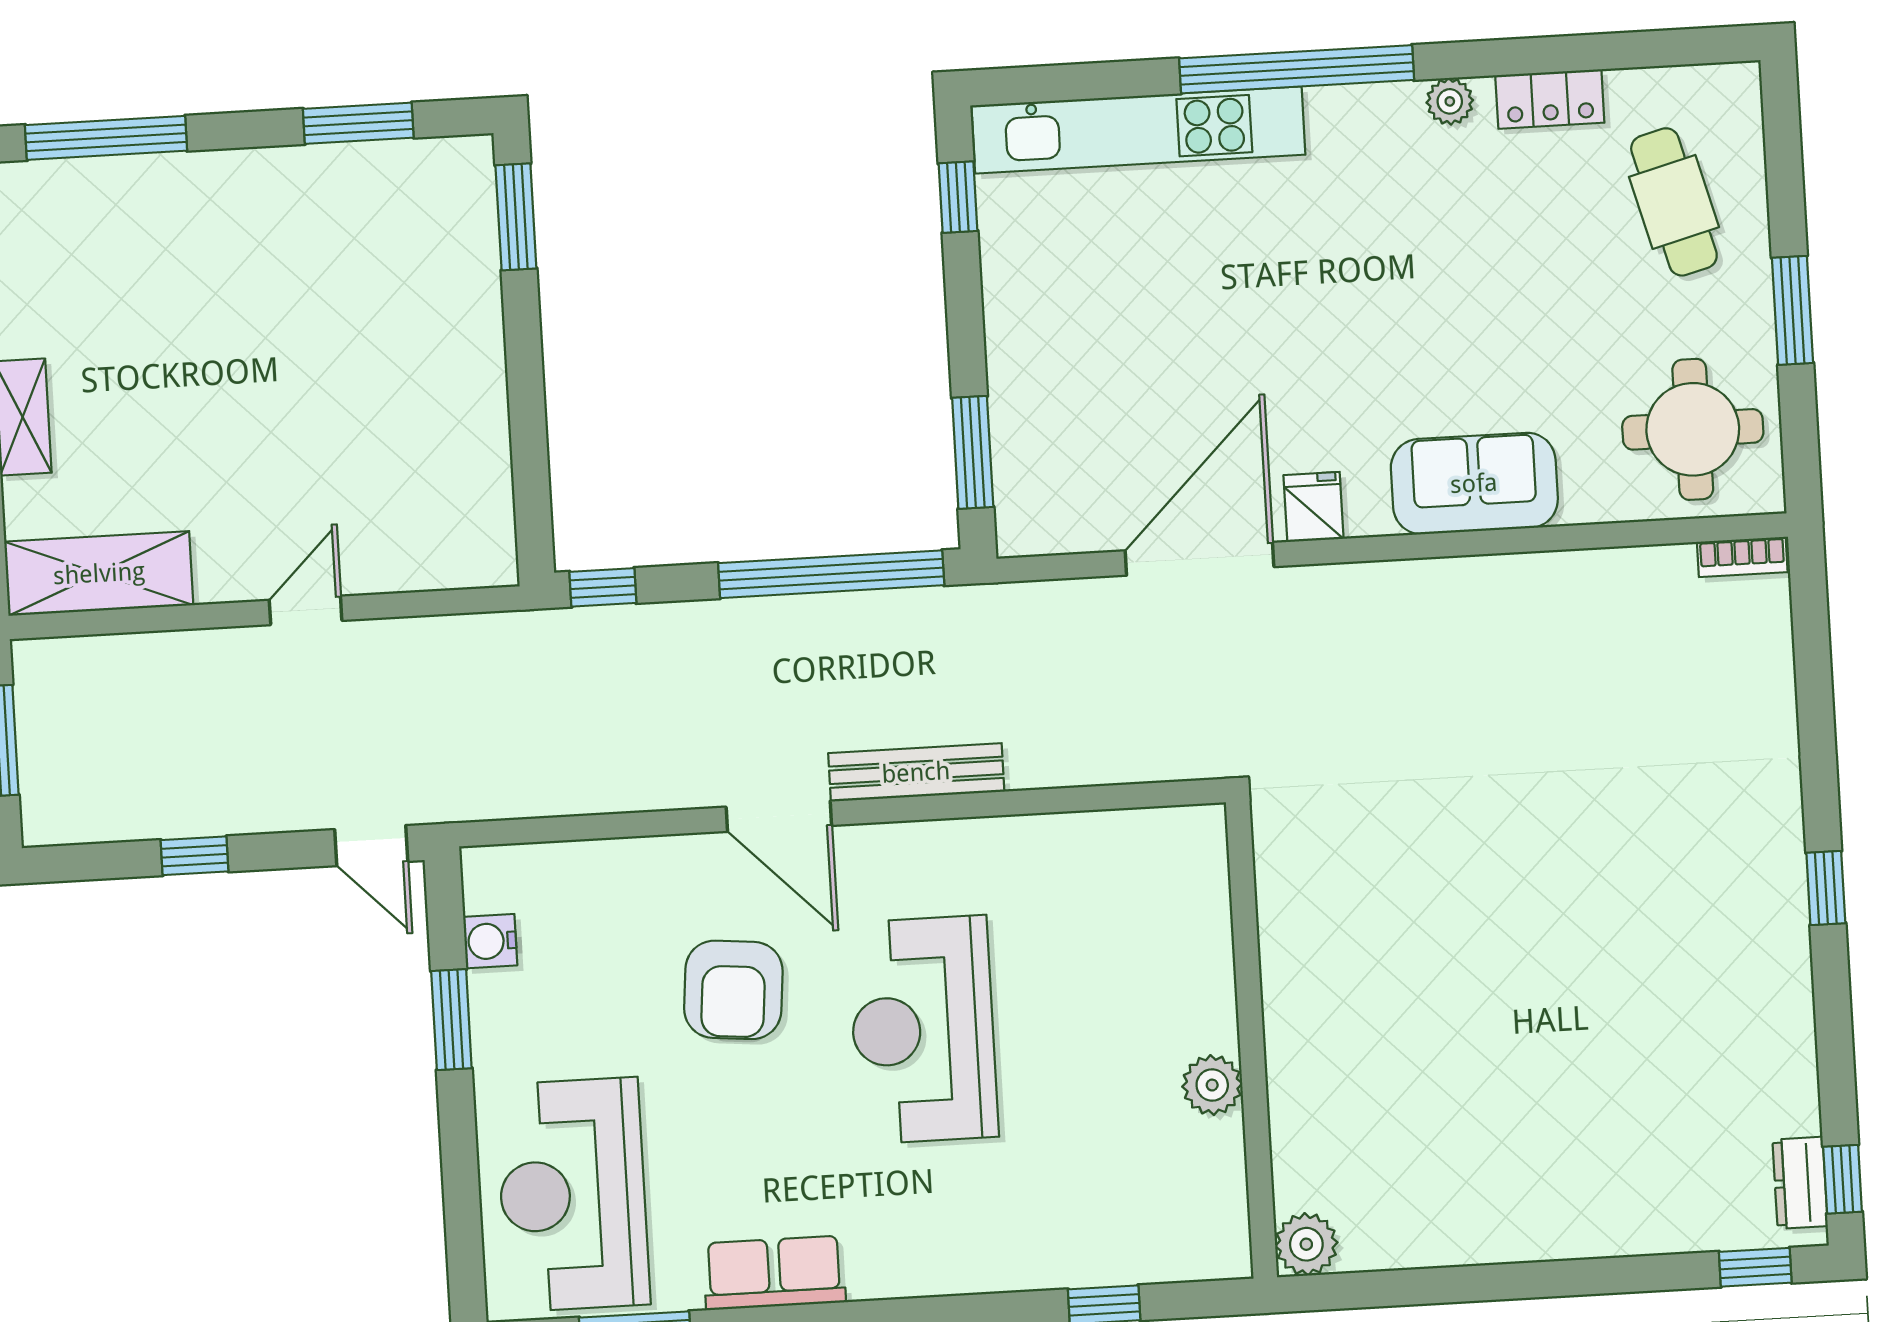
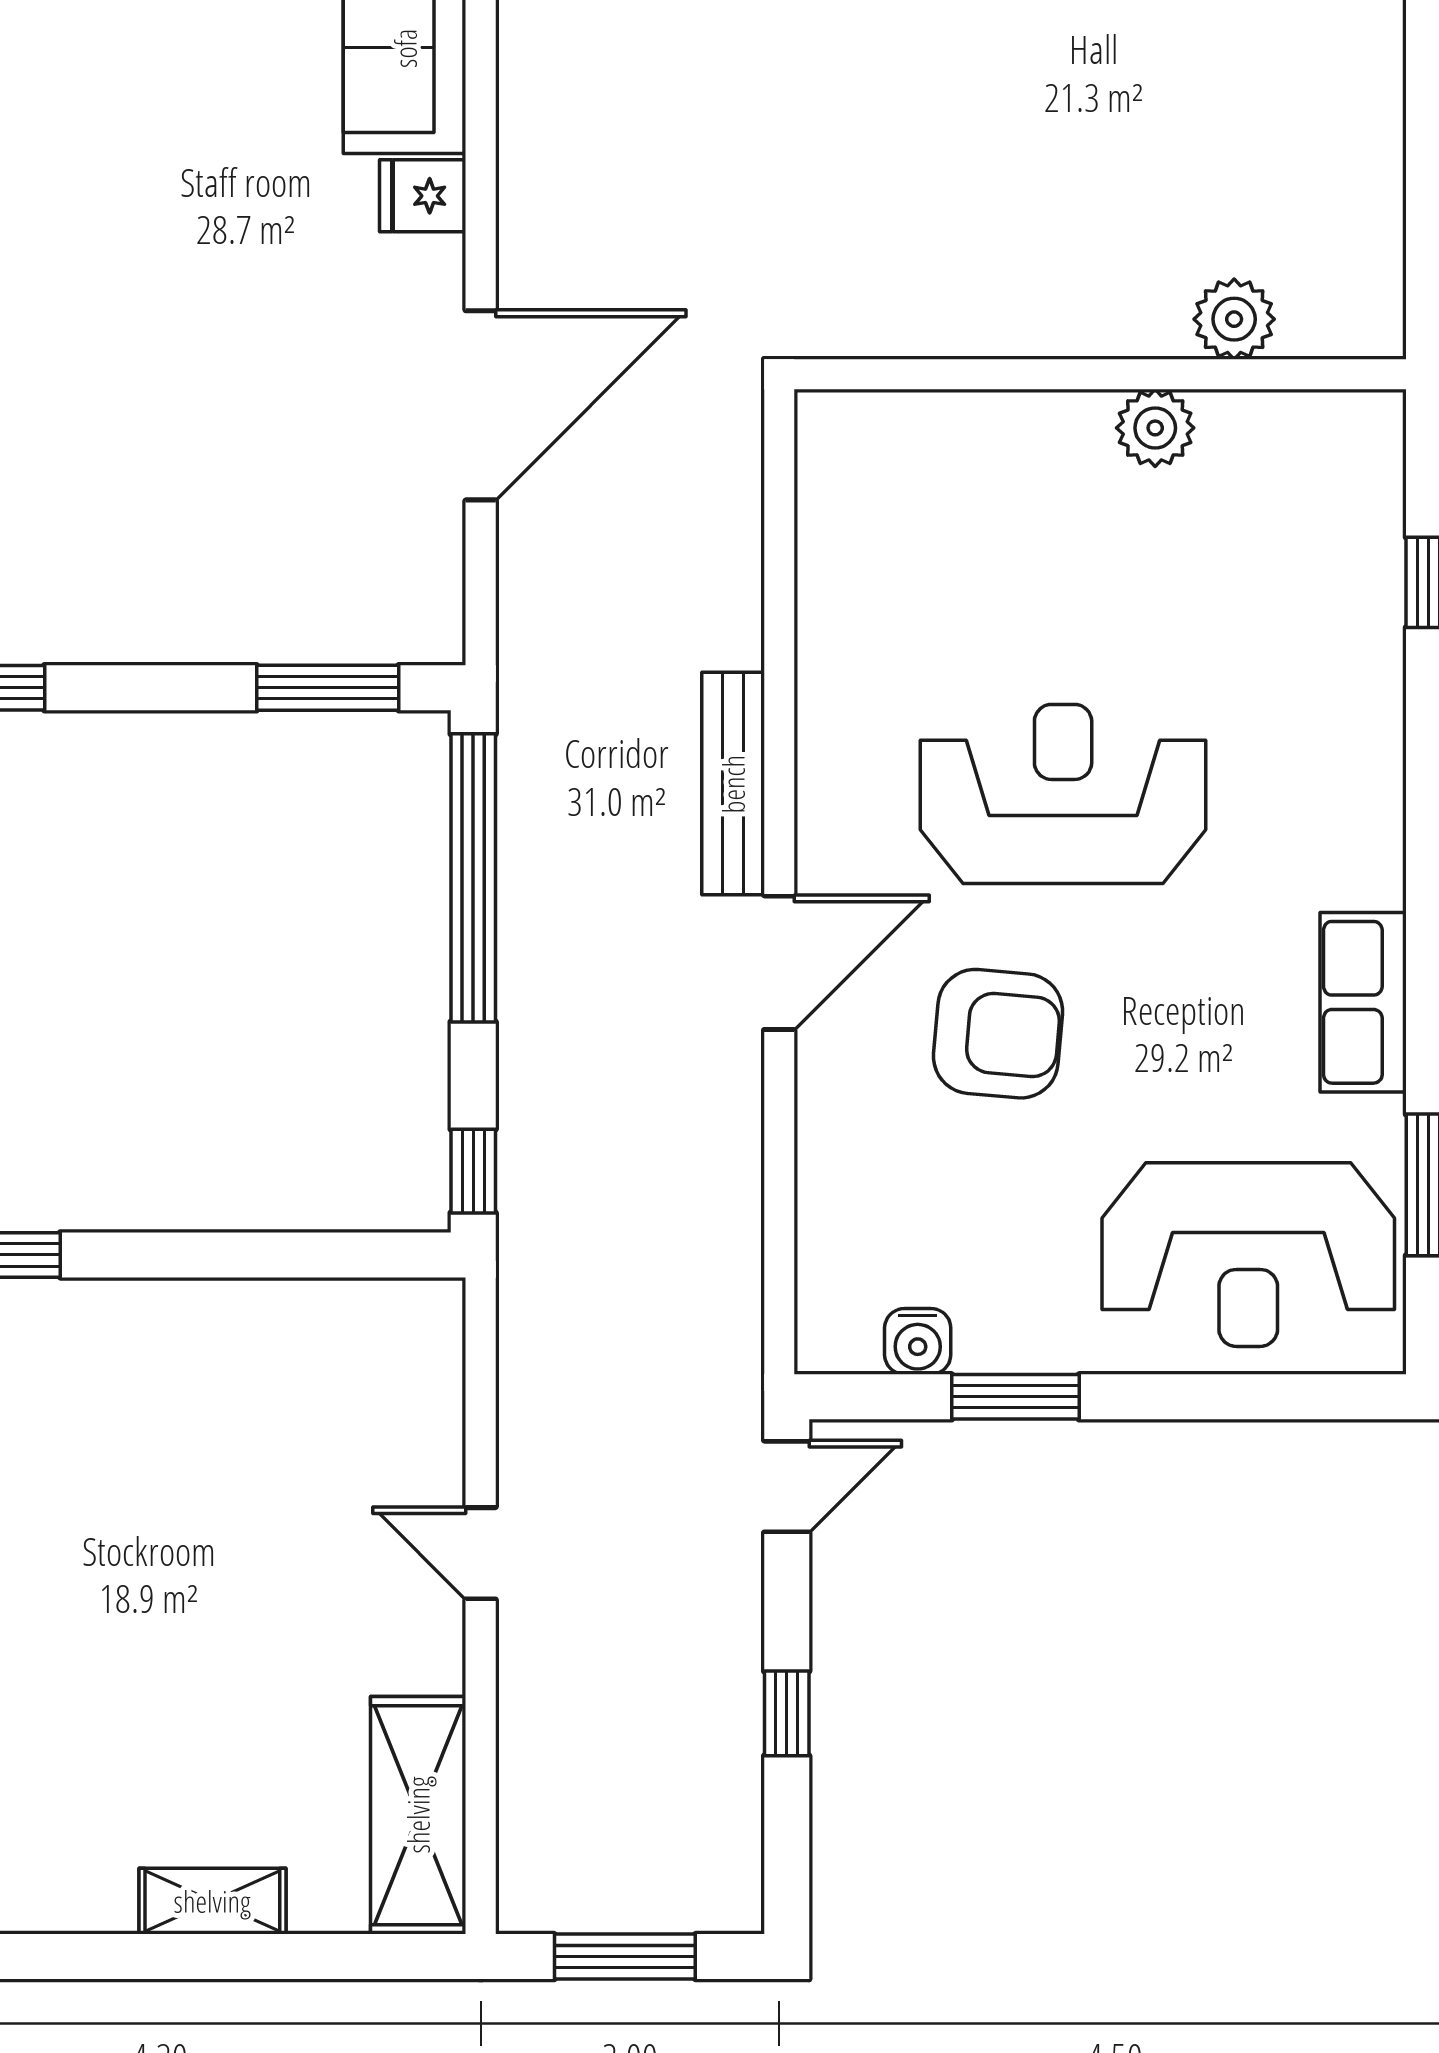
fridge: (1314, 507) -> (423, 196), moved
door: (1199, 559) -> (481, 405), swing flipped
reception desk: (923, 1030) -> (1063, 794), turned 180
plant: (1306, 1244) -> (1234, 319), moved

